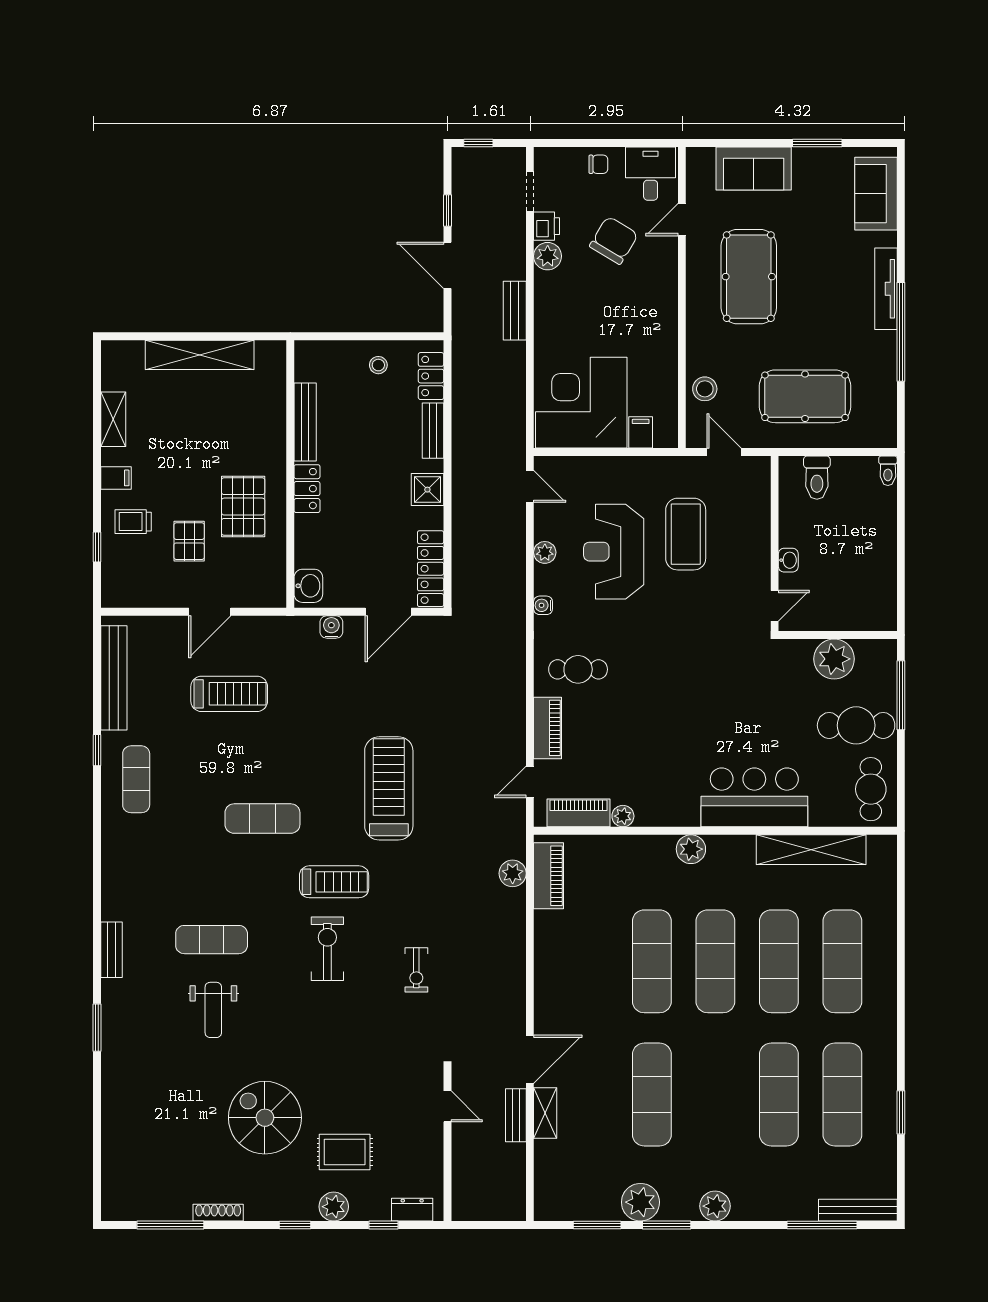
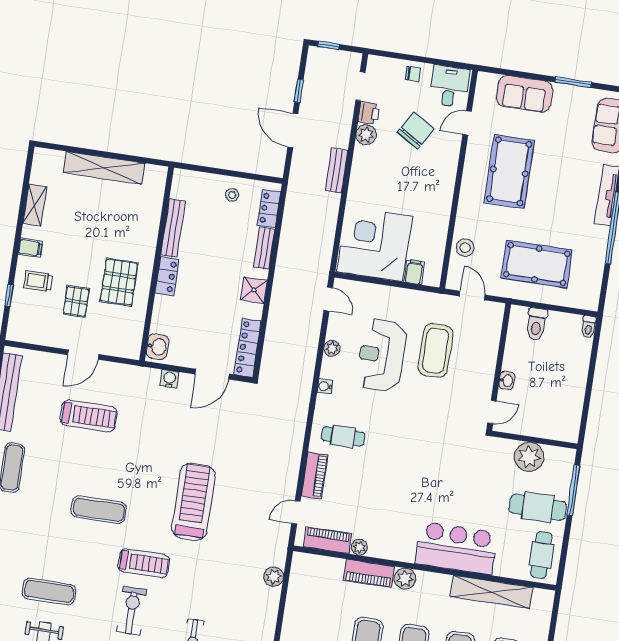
piano: (549, 876) -> (369, 573), moved, turned 90

